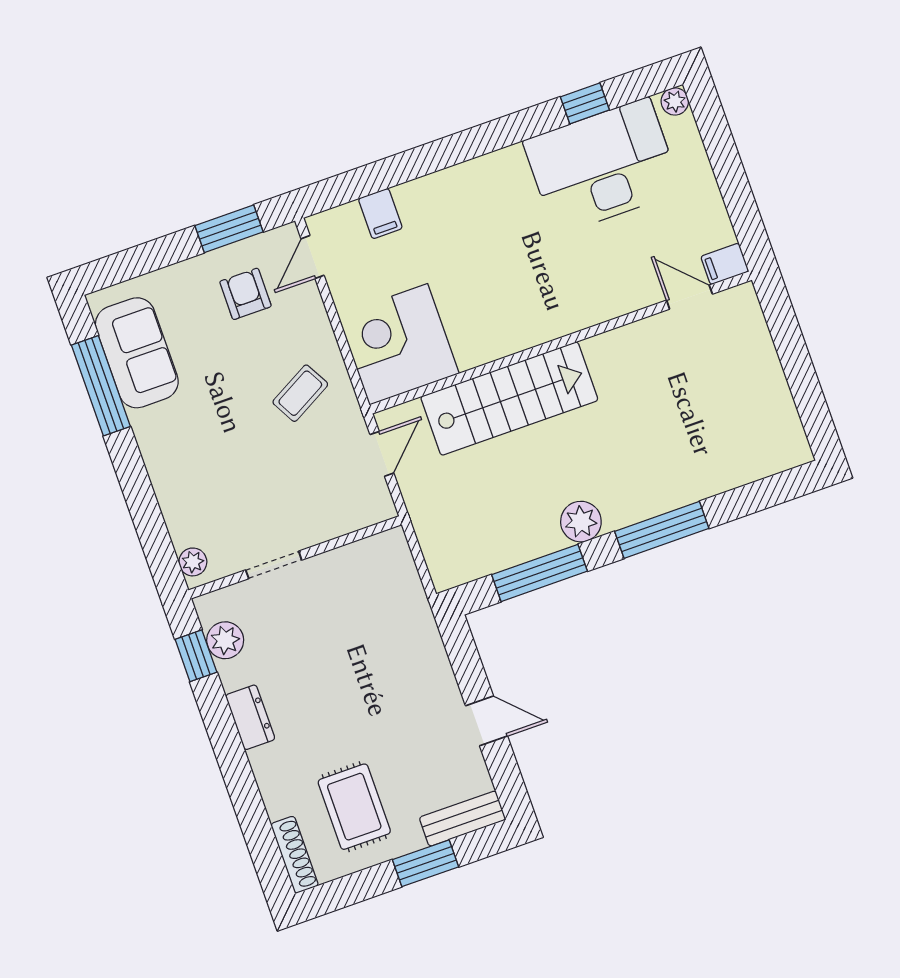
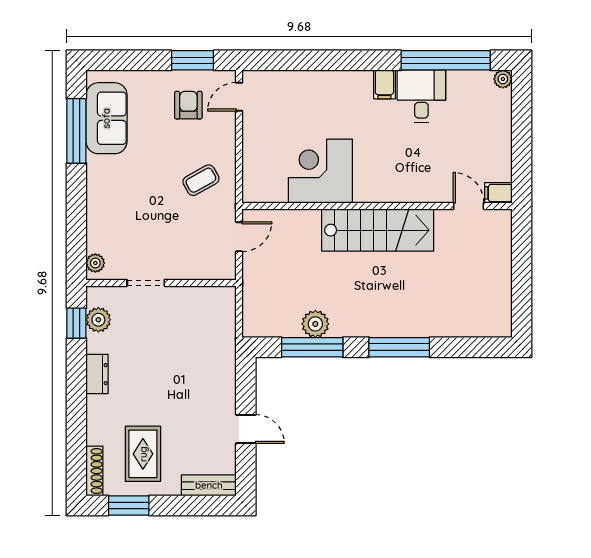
window: (585, 103) -> (446, 60), width x3.17
desk: (602, 166) -> (421, 96), width x0.53, depth x0.77
filing cabinet: (380, 214) -> (384, 84), moved
corner desk: (399, 344) -> (320, 171), moved
stairs: (509, 399) -> (378, 230), moved
plant: (581, 522) -> (315, 324), moved
window: (426, 863) -> (129, 506), moved

